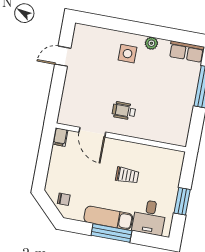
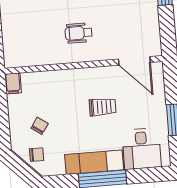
door: (92, 132) -> (134, 61), moved
chair: (72, 177) -> (40, 126), added

